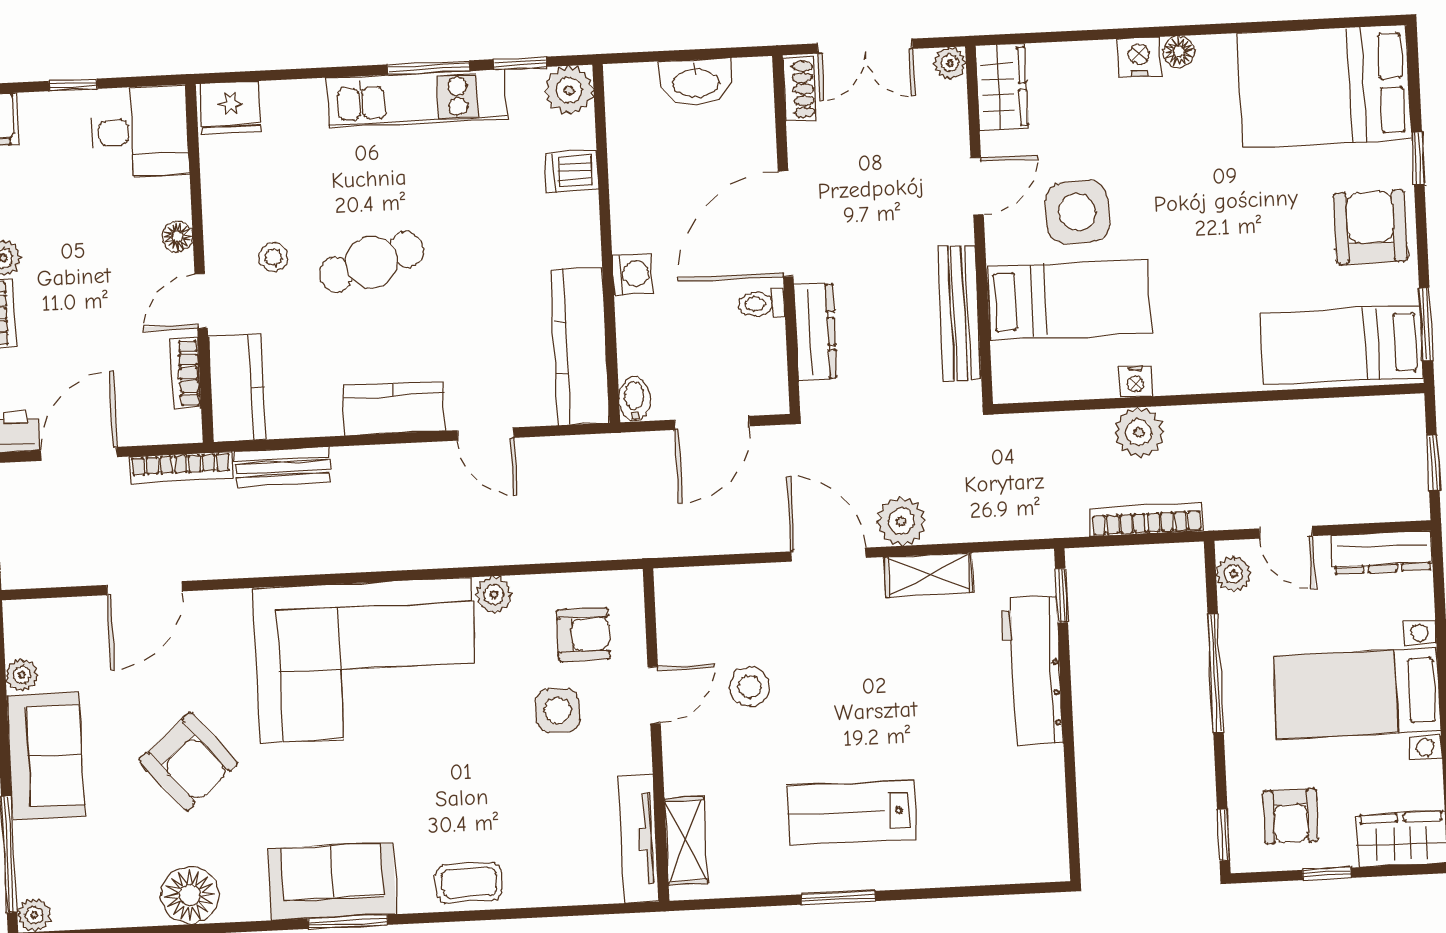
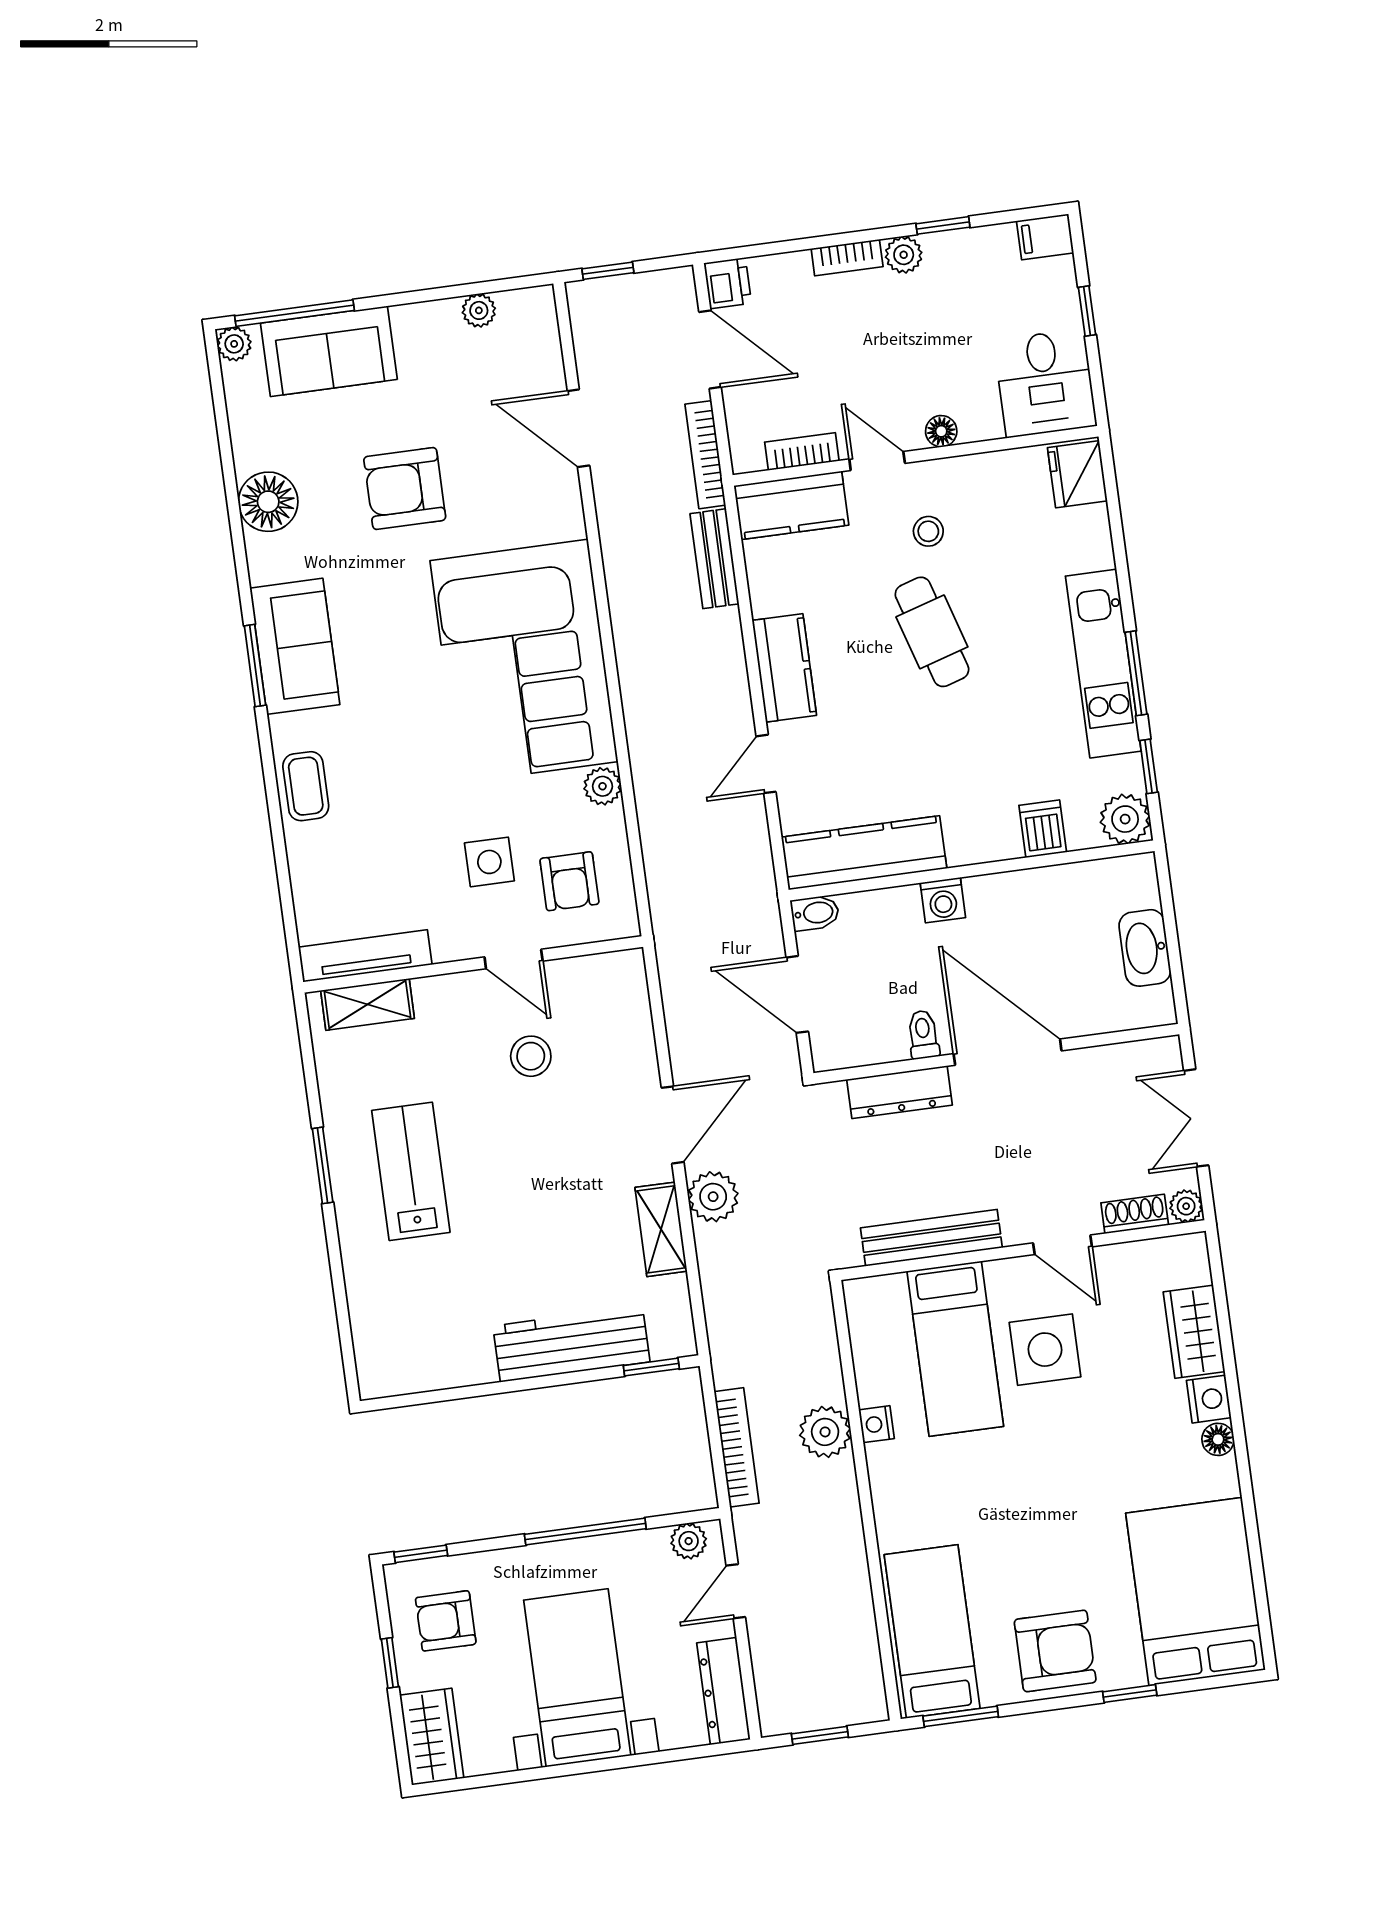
wardrobe: (1002, 87) -> (1194, 1332), moved, turned 90
shoe rack: (799, 89) -> (1135, 1214), moved, turned 180
sofa: (46, 756) -> (329, 351), moved
armchair: (188, 762) -> (405, 488), turned 40

